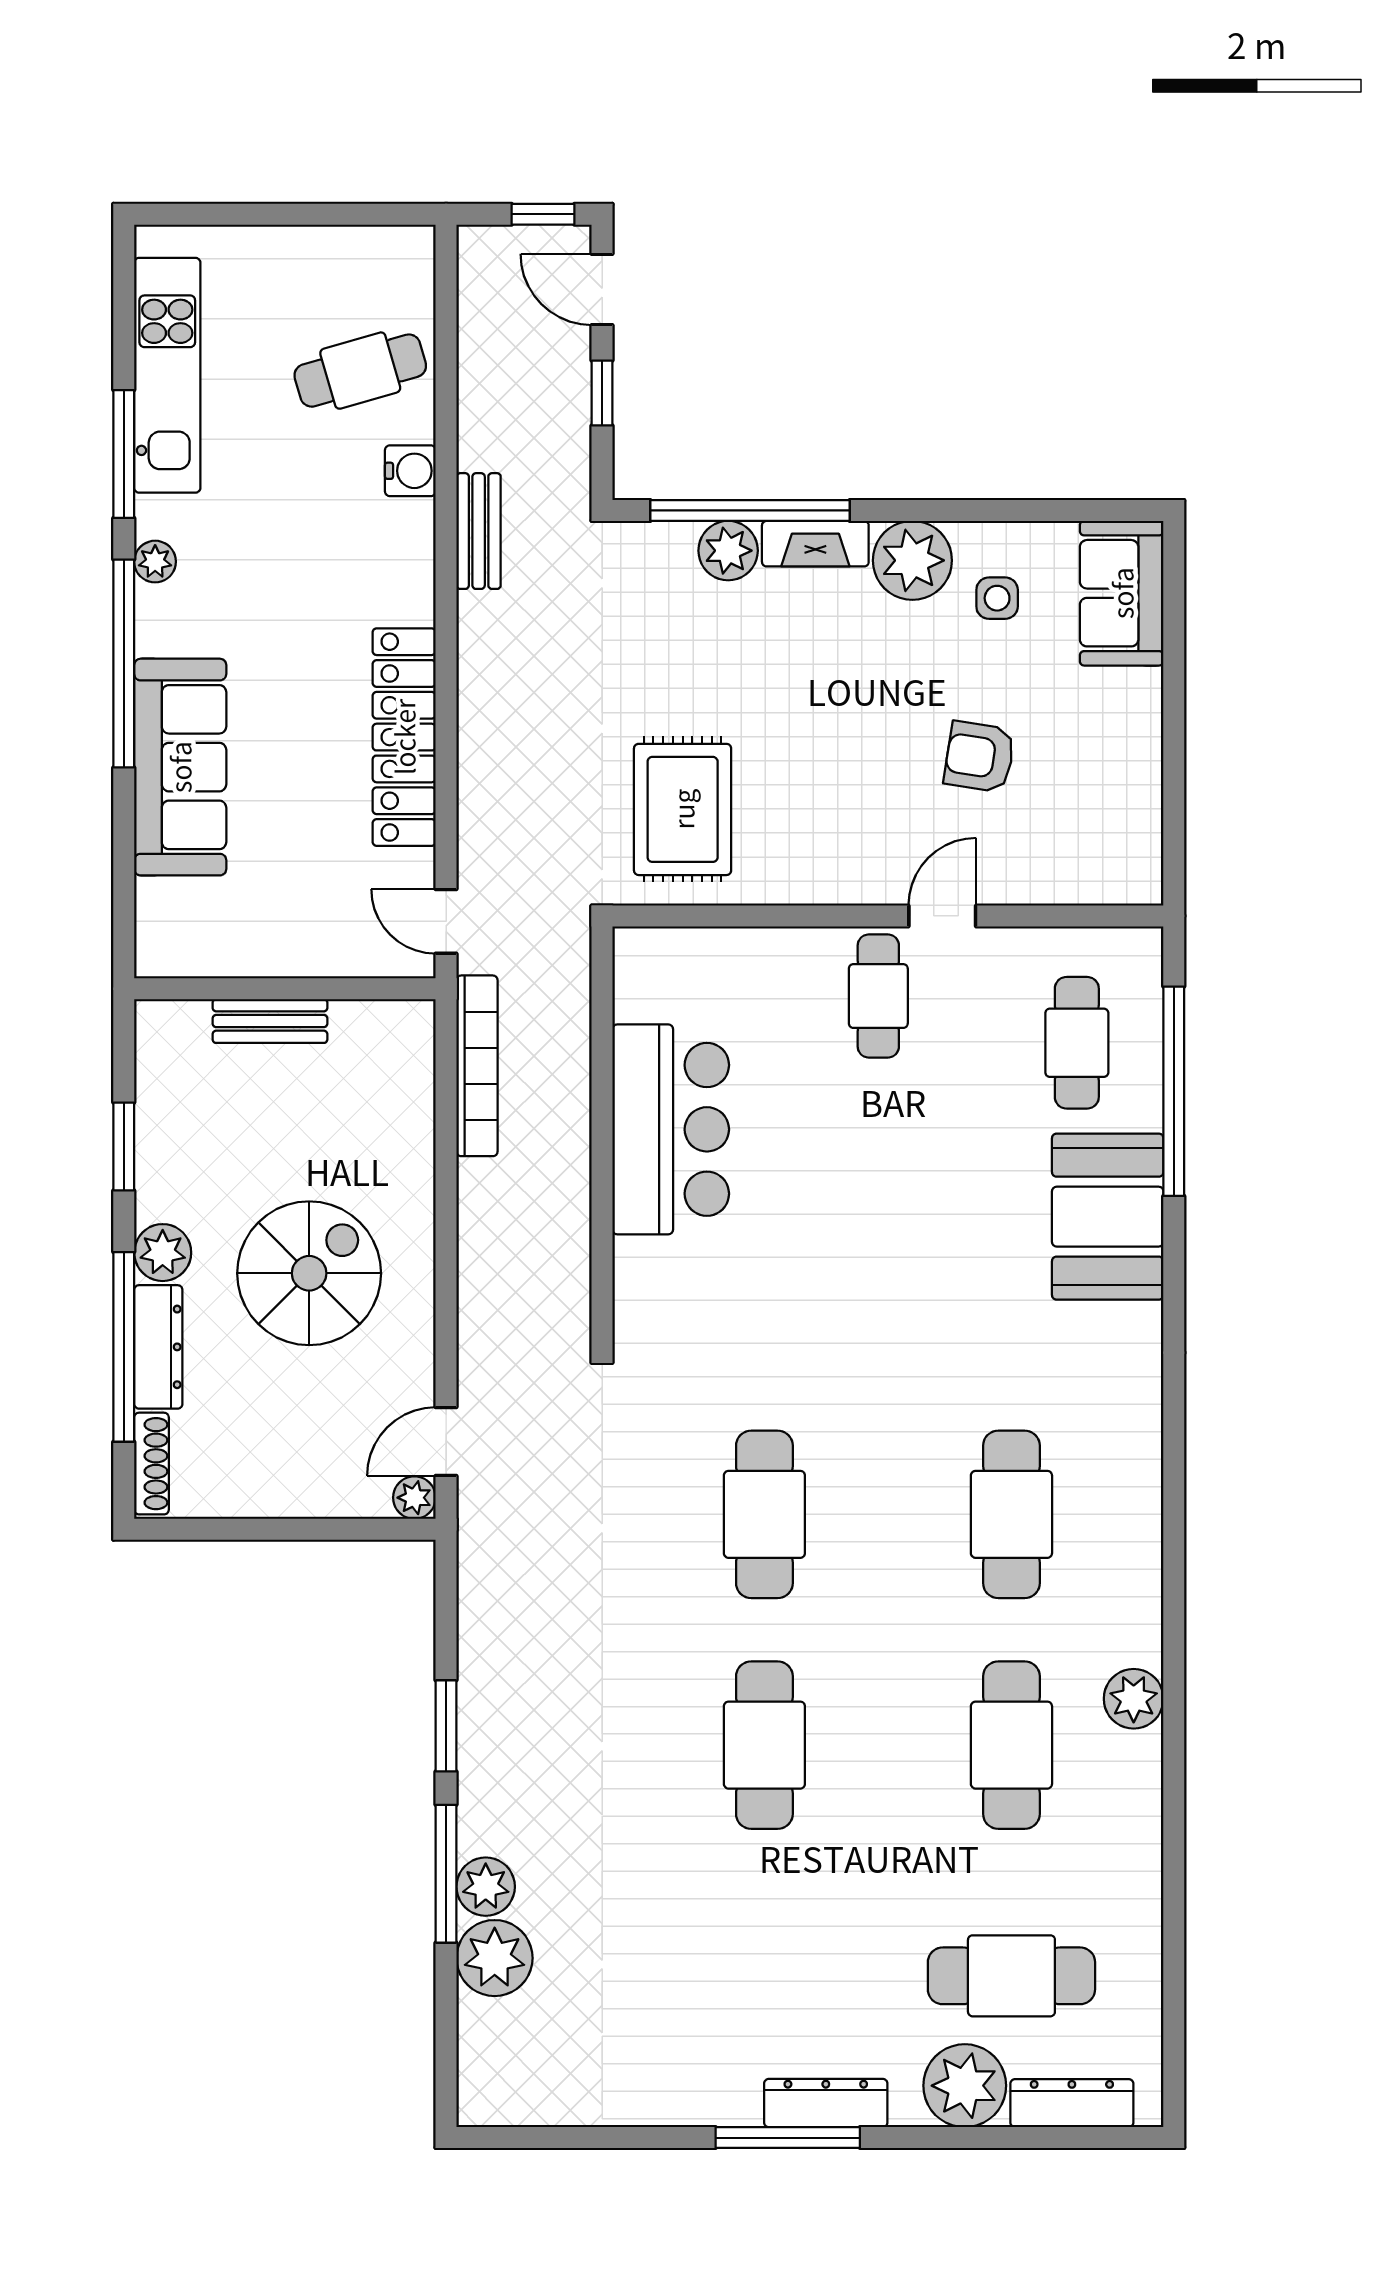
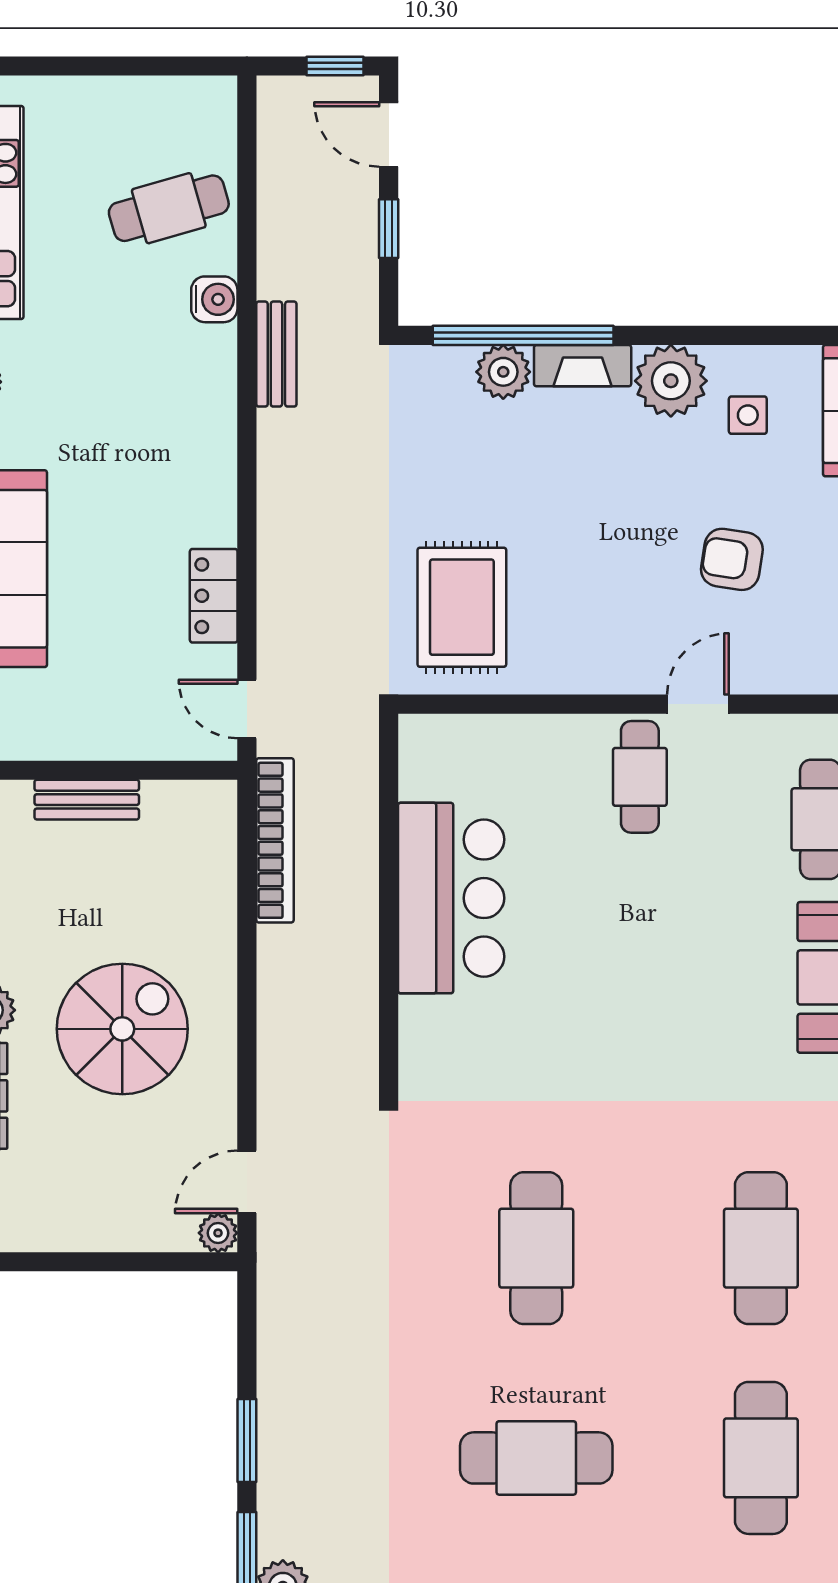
locker: (404, 737) -> (214, 596), width x0.46, depth x0.83
cafe table: (764, 1745) -> (536, 1458), turned 90

